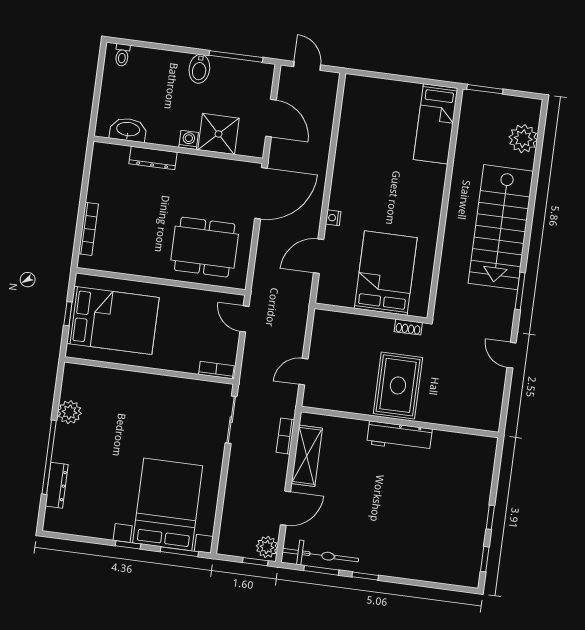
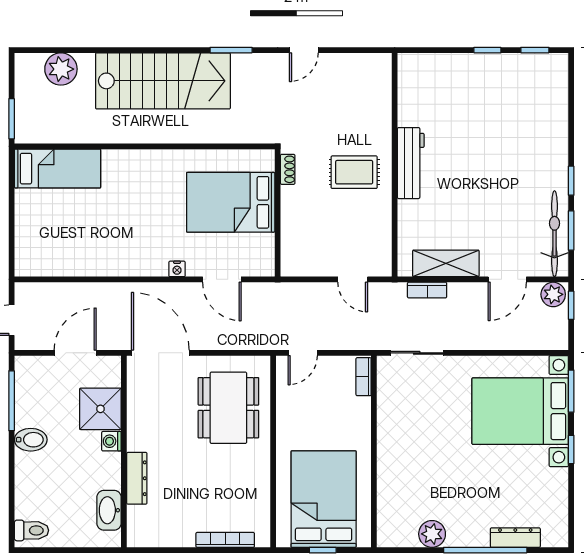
toilet: (122, 55) -> (31, 530), width x1.37, depth x1.39
rug: (398, 385) -> (354, 172), width x0.73, depth x0.70
door: (285, 508) -> (507, 279), swing flipped

